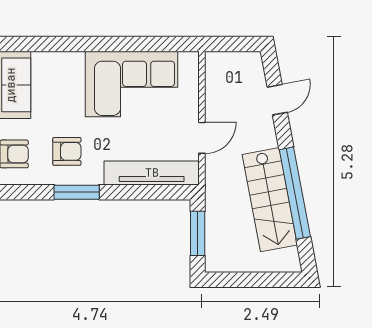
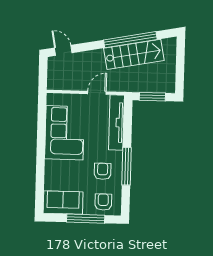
door: (277, 100) -> (63, 50), moved
door: (202, 138) -> (97, 93), hinge flipped
window: (77, 192) -> (126, 166), width x1.44

